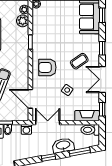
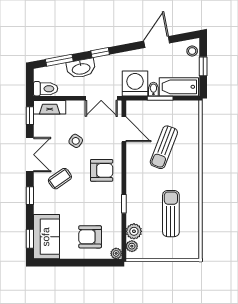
armchair: (56, 17) -> (90, 237), added
washing machine: (26, 129) -> (135, 83), width x1.89, depth x1.89

